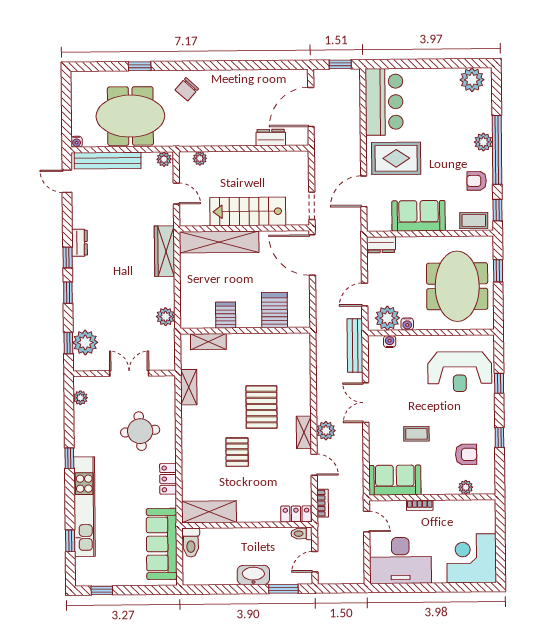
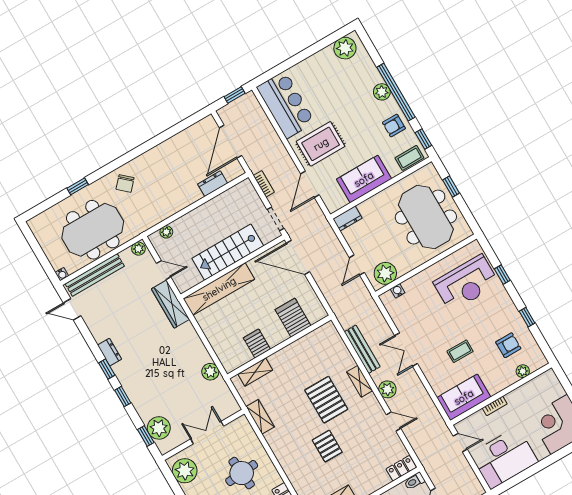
wardrobe: (164, 251) -> (170, 304), moved
water cooler: (407, 324) -> (404, 269), removed
bench: (355, 345) -> (362, 349), moved
plant: (80, 398) -> (185, 471), width x1.88, depth x1.88
shelving: (304, 432) -> (360, 381), moved
bookcase: (323, 503) -> (264, 184), moved

